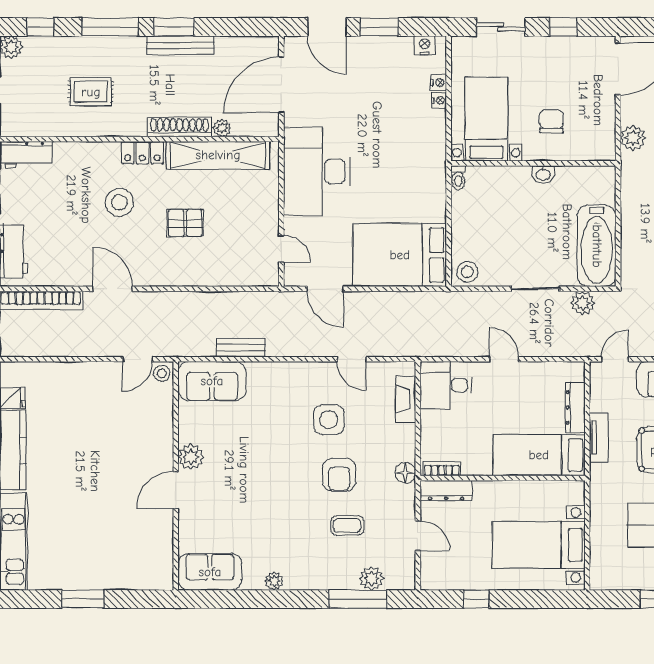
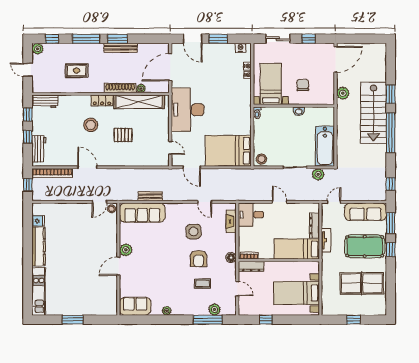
sofa: (212, 381) -> (142, 213), width x1.36

